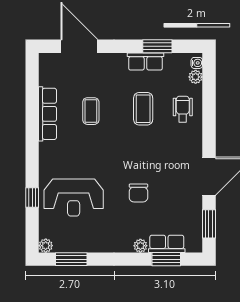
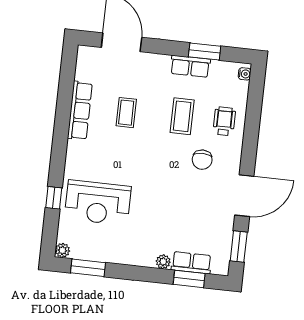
plant: (196, 77) -> (242, 88), removed
chair: (138, 193) -> (202, 160), moved

